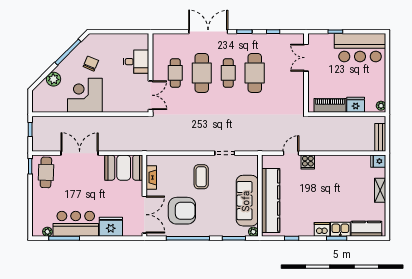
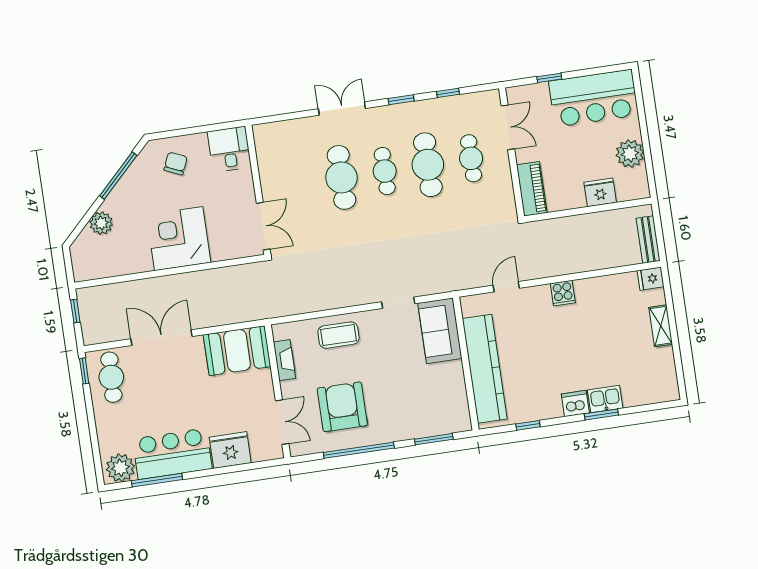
double door: (208, 32) -> (342, 109), width x0.73
double door: (306, 58) -> (508, 127), swing flipped
desk: (136, 62) -> (229, 149), moved, turned -90
chair: (91, 64) -> (176, 163), moved
cafe table: (175, 73) -> (471, 158), moved
corner desk: (85, 95) -> (179, 239), moved
piano: (330, 105) -> (532, 189), moved, turned 90
plant: (381, 106) -> (630, 154), moved, width x1.88, depth x1.88
cooker: (308, 162) -> (563, 293), moved
coffee table: (201, 177) -> (338, 335), moved, turned 90
sofa: (247, 201) -> (440, 331), moved, width x0.73
armchair: (182, 211) -> (342, 407), turned -90
double door: (144, 215) -> (282, 422), width x0.73
kitchen counter: (366, 229) -> (647, 392), removed
plant: (47, 232) -> (120, 468), width x1.88, depth x1.88
plant: (253, 232) -> (464, 424), removed

